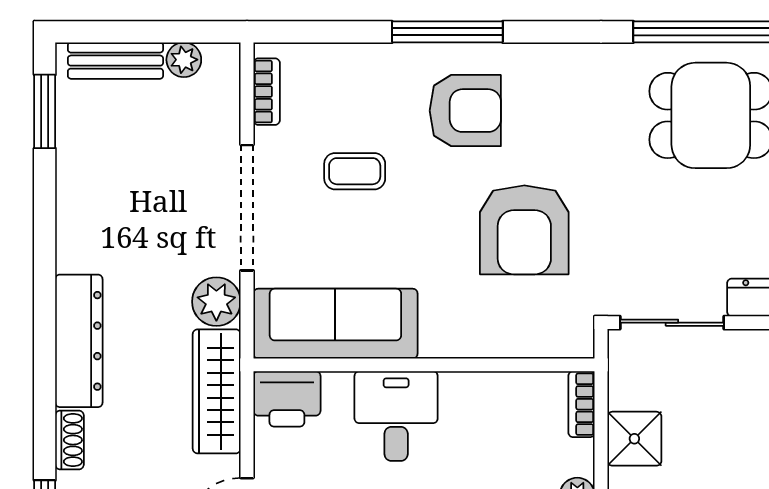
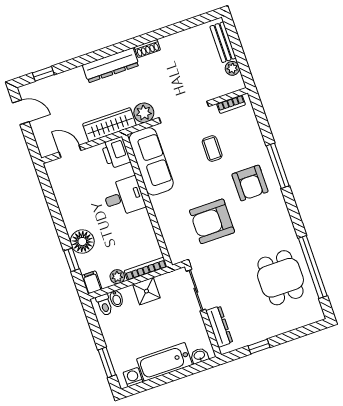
window: (45, 111) -> (194, 22), removed
bookcase: (582, 404) -> (146, 269), width x1.56
shoe rack: (69, 440) -> (147, 49), moved

